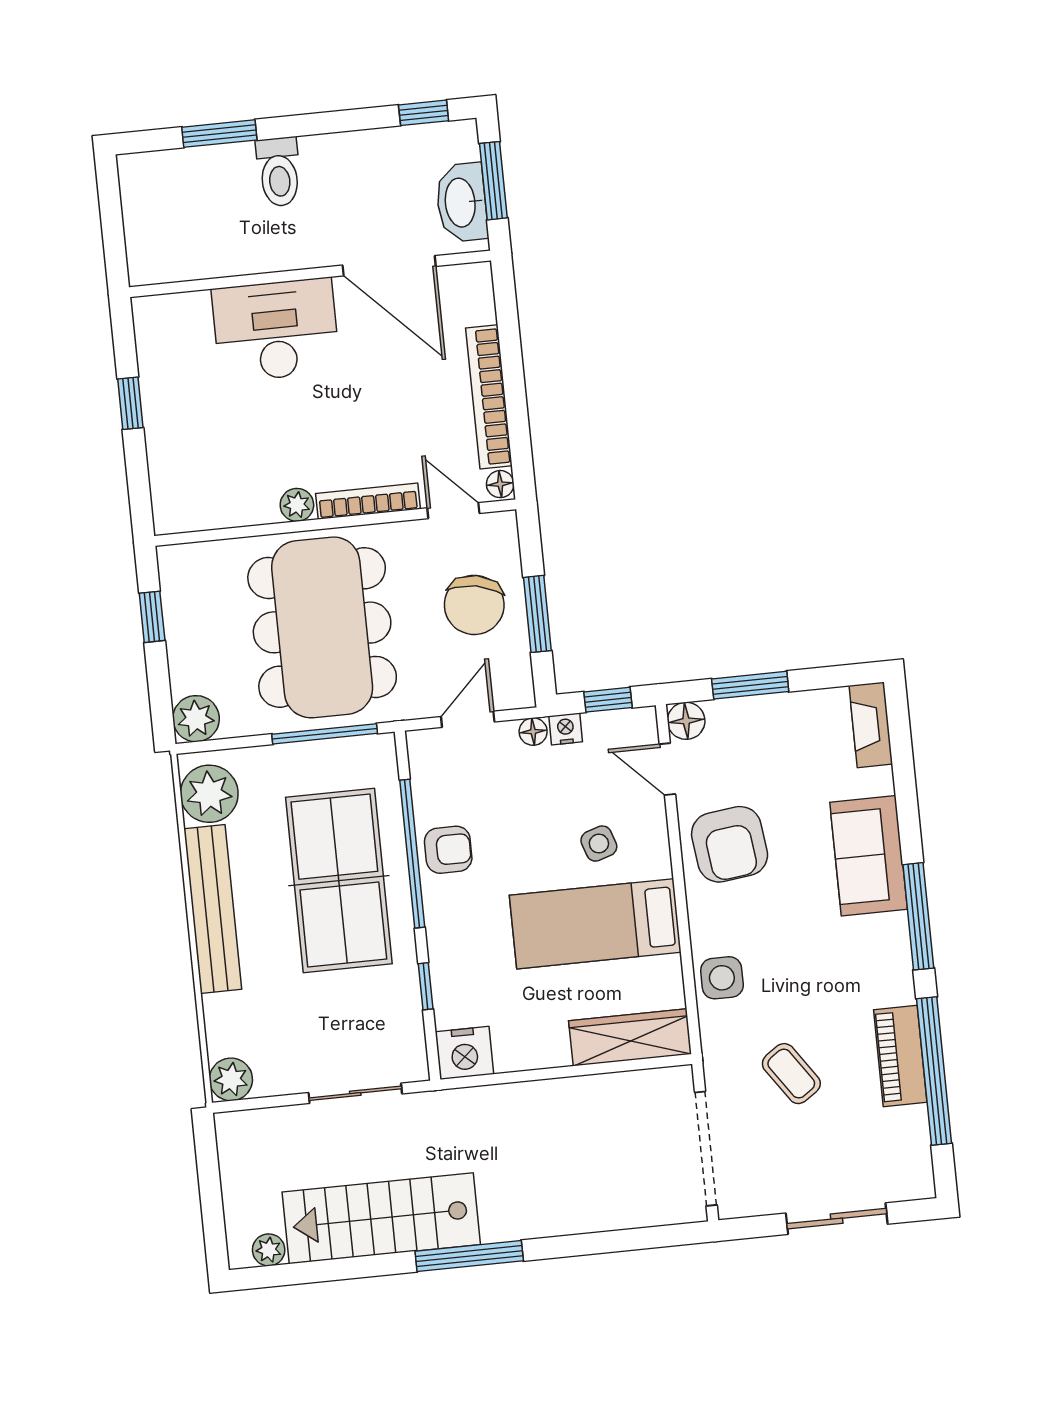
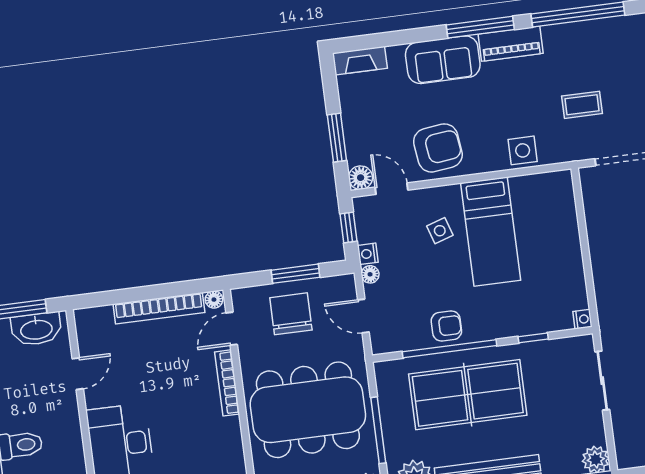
door: (389, 266) -> (78, 374), width x0.53
plant: (297, 505) -> (231, 428), removed
chair: (474, 605) -> (291, 314), turned -101
window: (325, 734) -> (378, 430), moved
door: (667, 769) -> (392, 189), swing flipped
armchair: (448, 850) -> (446, 326), turned 90
wardrobe: (630, 1037) -> (562, 208), removed
nightstand: (464, 1053) -> (583, 319), width x0.53, depth x0.56
piano: (900, 1056) -> (511, 44), moved
coffee table: (791, 1074) -> (582, 105), turned 35

